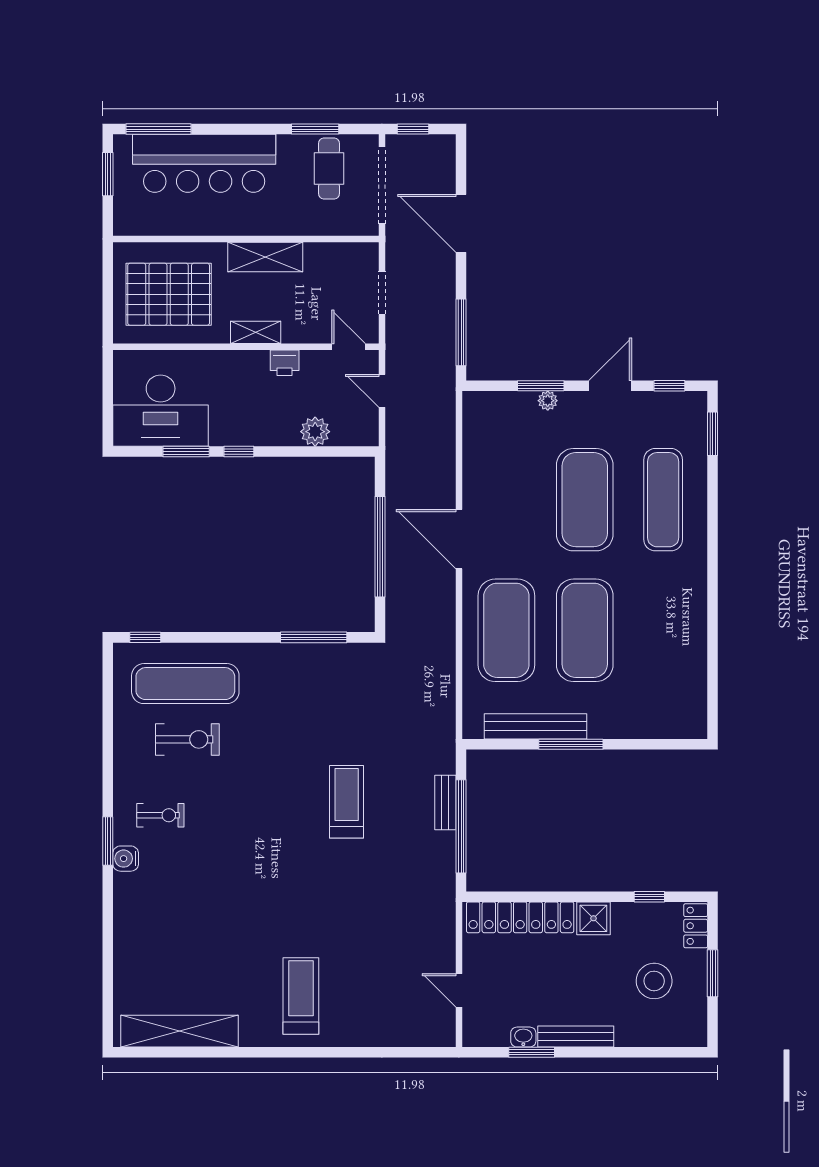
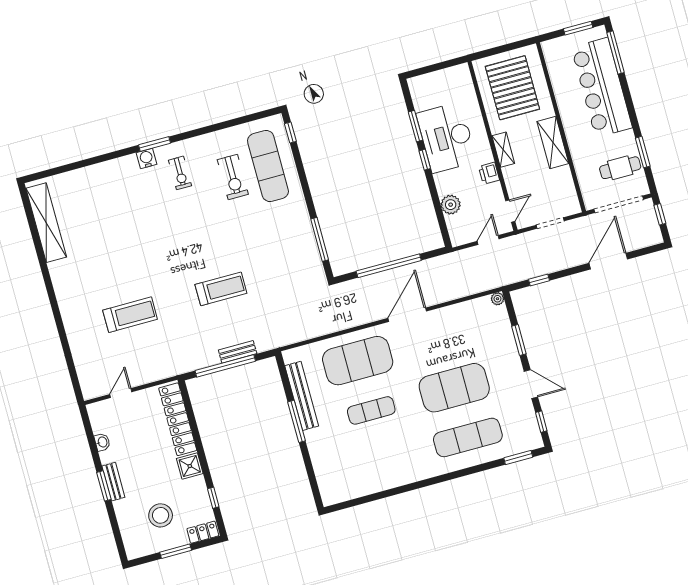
window: (461, 332) -> (539, 280), width x0.46
plant: (548, 401) -> (497, 299), moved
desk: (161, 411) -> (447, 138), moved
exercise mat: (585, 630) -> (371, 410), width x0.50, depth x0.69
treadmill: (301, 996) -> (130, 315), moved
bench: (576, 1037) -> (113, 482), width x0.73
window: (532, 1052) -> (104, 486), moved

